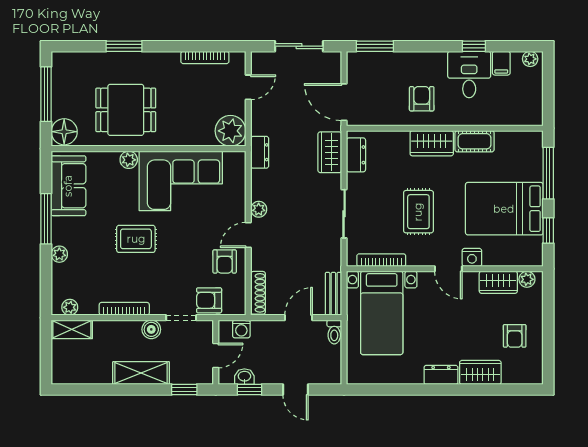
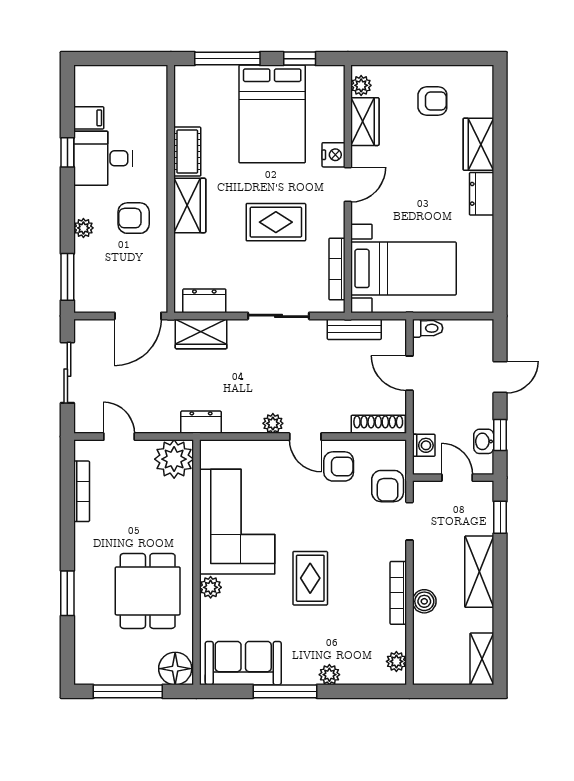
plant: (530, 59) -> (83, 228), moved
bench: (333, 294) -> (354, 329), moved
shelving: (72, 329) -> (482, 659), moved
boiler: (151, 329) -> (424, 601), moved

